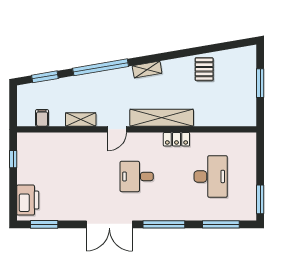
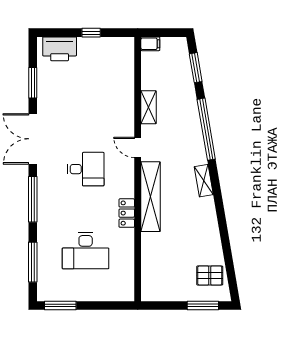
pallet: (204, 69) -> (210, 275), moved
window: (260, 83) -> (203, 306), moved
filing cabinet: (42, 118) -> (150, 44), moved
window: (13, 159) -> (91, 33), moved
desk: (137, 176) -> (86, 169), turned 90
window: (44, 224) -> (33, 83), moved

